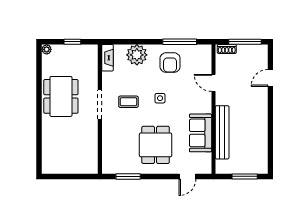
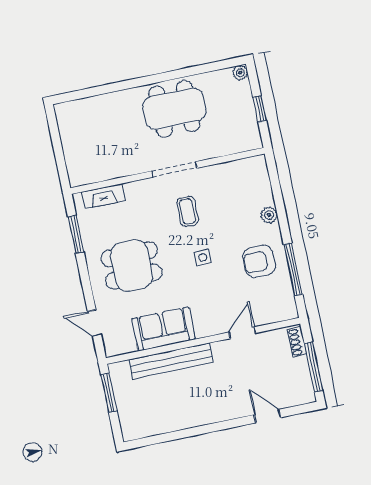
plant: (137, 55) -> (269, 215), width x0.53, depth x0.53
fireplace: (107, 58) -> (103, 196), moved
window: (245, 176) -> (109, 393), moved

